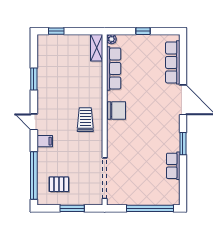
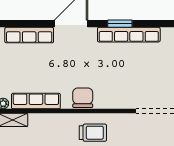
trolley: (85, 120) -> (93, 133), turned 180
row of seats: (173, 166) -> (129, 35), width x2.02

